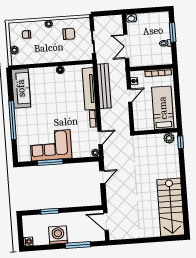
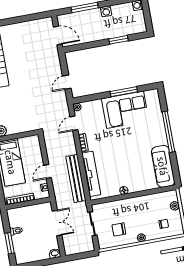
washing machine: (58, 235) -> (106, 11), width x0.53, depth x0.53

